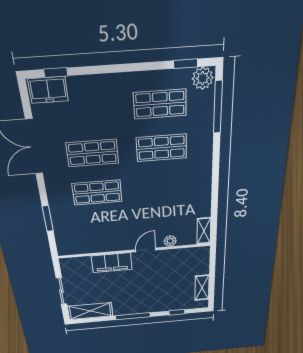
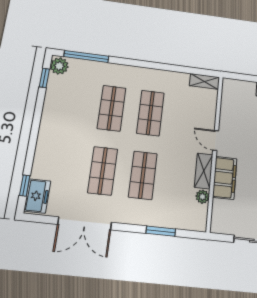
shop shelf: (160, 104) -> (150, 113), moved
plant: (170, 241) -> (202, 197), moved
shelving: (114, 245) -> (204, 171), added

